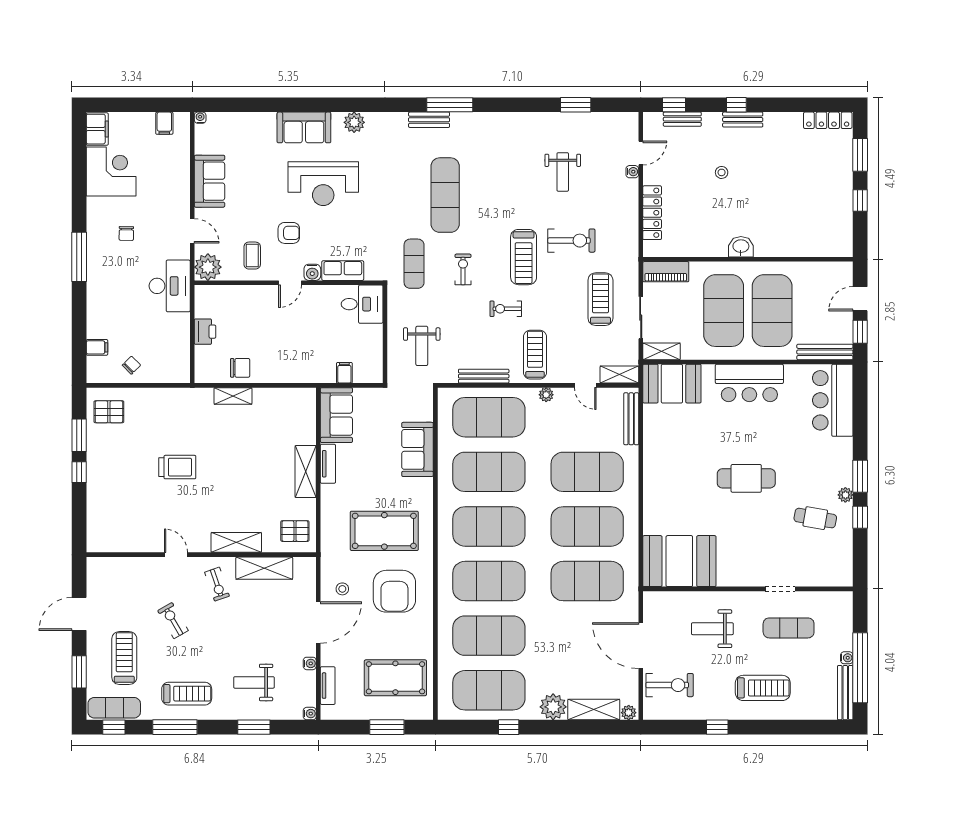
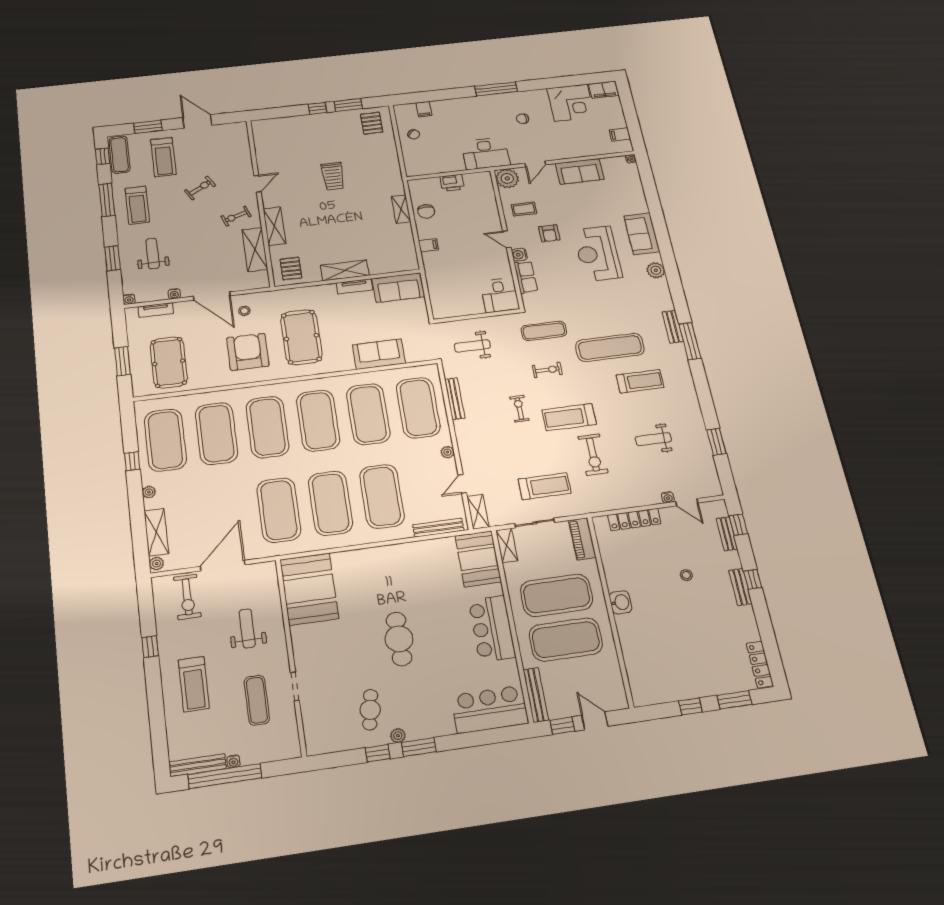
treadmill: (535, 355) -> (640, 381), moved
filing cabinet: (344, 373) -> (428, 245), moved
armchair: (394, 591) -> (248, 352), turned 90
treadmill: (124, 658) -> (163, 157), turned 90
plant: (553, 707) -> (149, 492), width x0.53, depth x0.53

